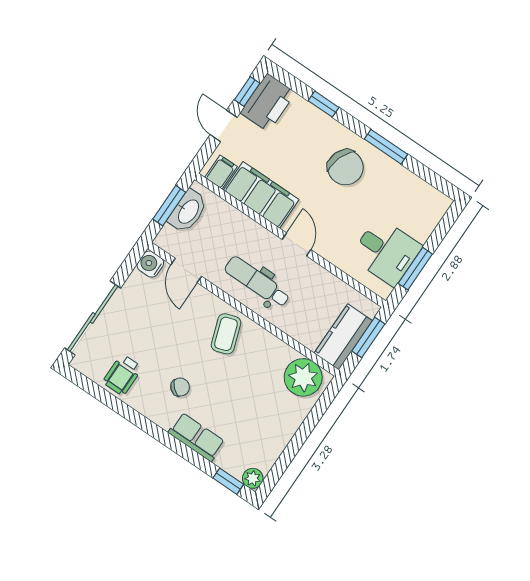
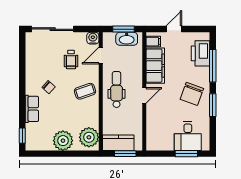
window: (247, 91) -> (196, 29), removed
printer: (268, 103) -> (200, 53), moved, turned 90
window: (324, 104) -> (213, 66), width x2.17
desk: (386, 252) -> (188, 136), moved
window: (415, 269) -> (186, 154), moved
wheelchair: (122, 375) -> (71, 59), moved, turned -90
plant: (253, 478) -> (63, 141), moved, width x1.88, depth x1.88

